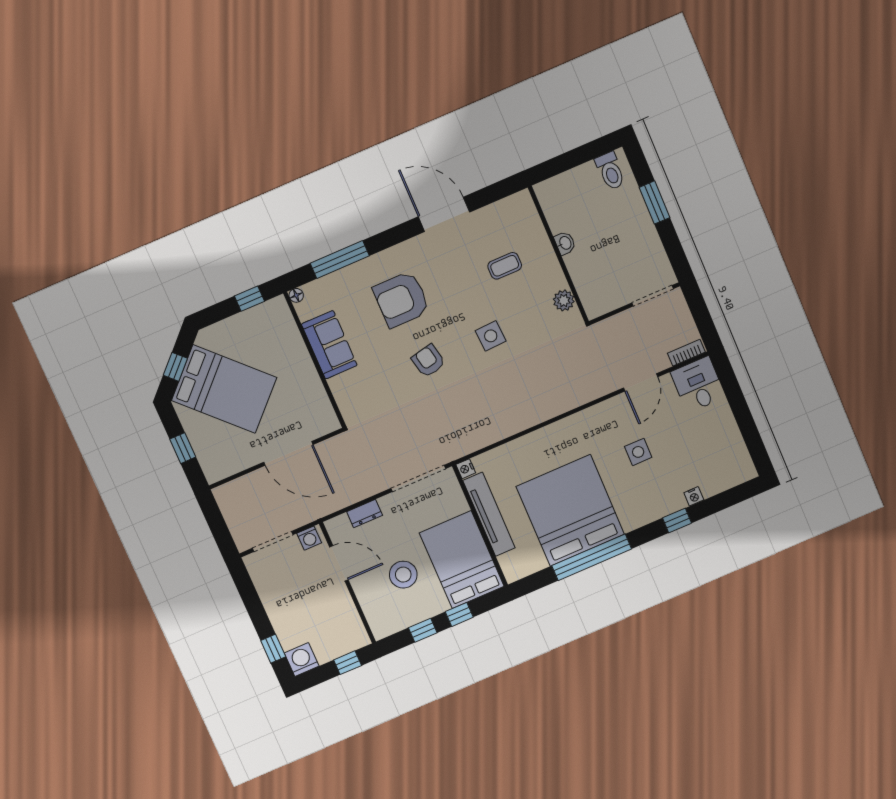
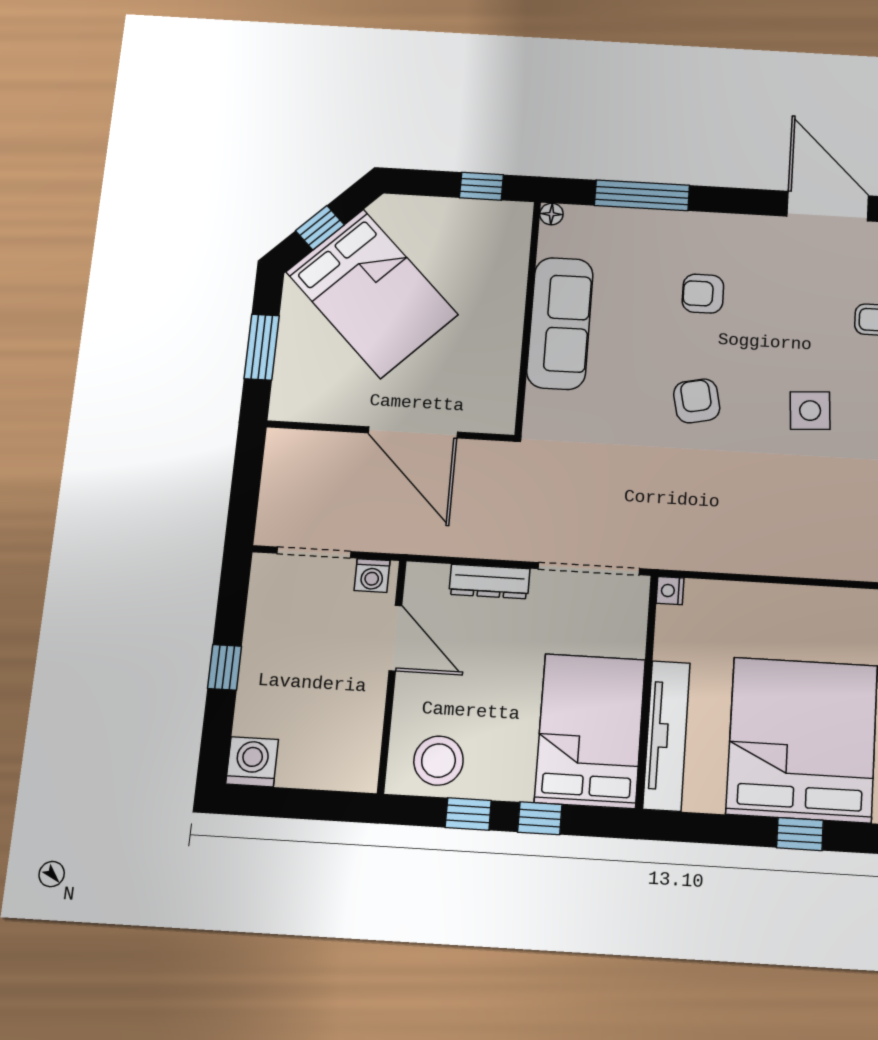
armchair: (401, 299) -> (703, 294), width x0.53, depth x0.53
sofa: (329, 345) -> (560, 323), width x1.36
window: (183, 448) -> (262, 347), width x1.50
dresser: (365, 513) -> (489, 582), width x1.44
tv unit: (489, 514) -> (666, 736), moved
window: (592, 557) -> (800, 834), width x0.32
stool: (403, 575) -> (438, 761), moved
window: (273, 649) -> (224, 667), moved
window: (348, 663) -> (321, 805), removed

